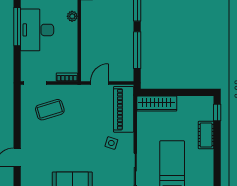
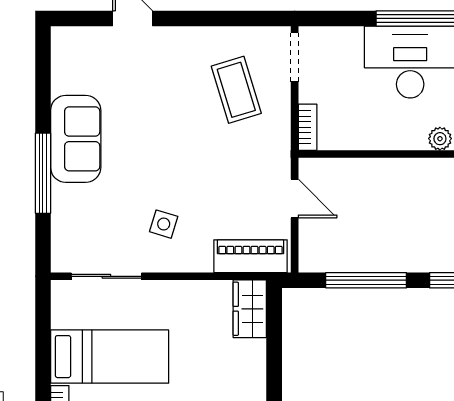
wardrobe: (157, 104) -> (250, 309), width x0.67
piano: (124, 109) -> (251, 256), width x0.73, depth x0.75

